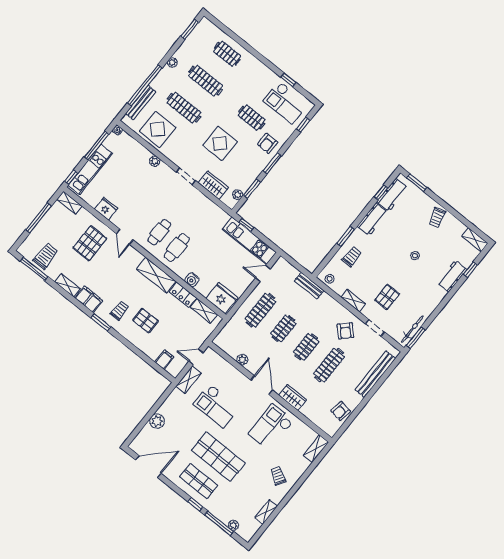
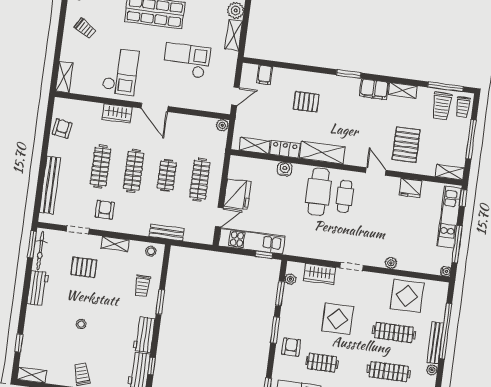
bench: (141, 103) -> (435, 343), moved
cafe table: (177, 247) -> (319, 192), width x1.37, depth x1.35
workbench: (452, 276) -> (38, 288), moved
pallet: (387, 297) -> (84, 267), turned 90
fridge: (222, 298) -> (237, 194), moved, turned -90
trolley: (120, 311) -> (463, 107), moved
armchair: (345, 331) -> (105, 210), turned 45
clothes rail: (306, 347) -> (134, 171), width x1.36
plant: (242, 360) -> (222, 125), moved
shelving: (189, 380) -> (234, 35), moved

